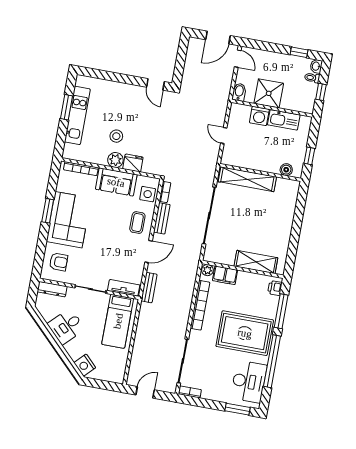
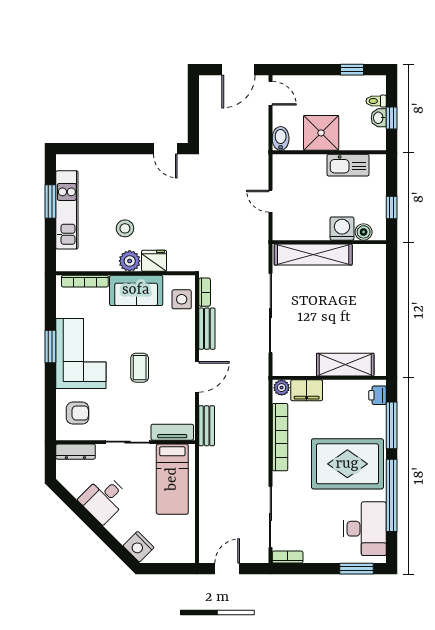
washbasin: (316, 66) -> (379, 118), moved
washing machine: (259, 116) -> (342, 229), moved, turned 180
coffee table: (137, 223) -> (140, 368), moved

